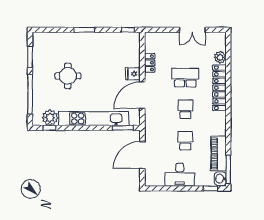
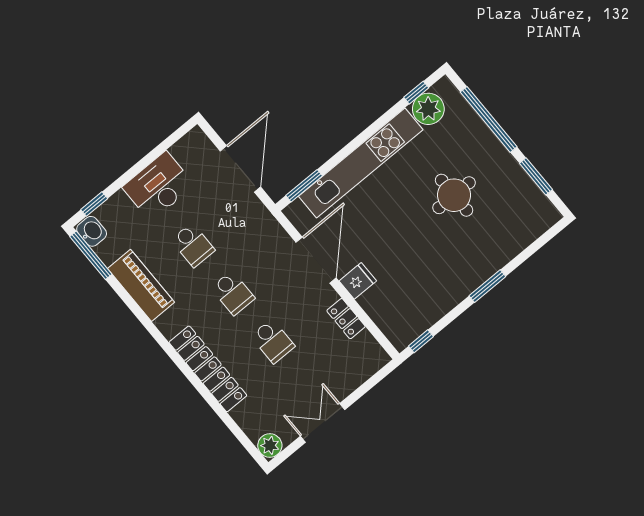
plant: (220, 57) -> (270, 445), moved
school desk: (185, 78) -> (273, 341), width x0.54
piano: (219, 153) -> (141, 285), moved

